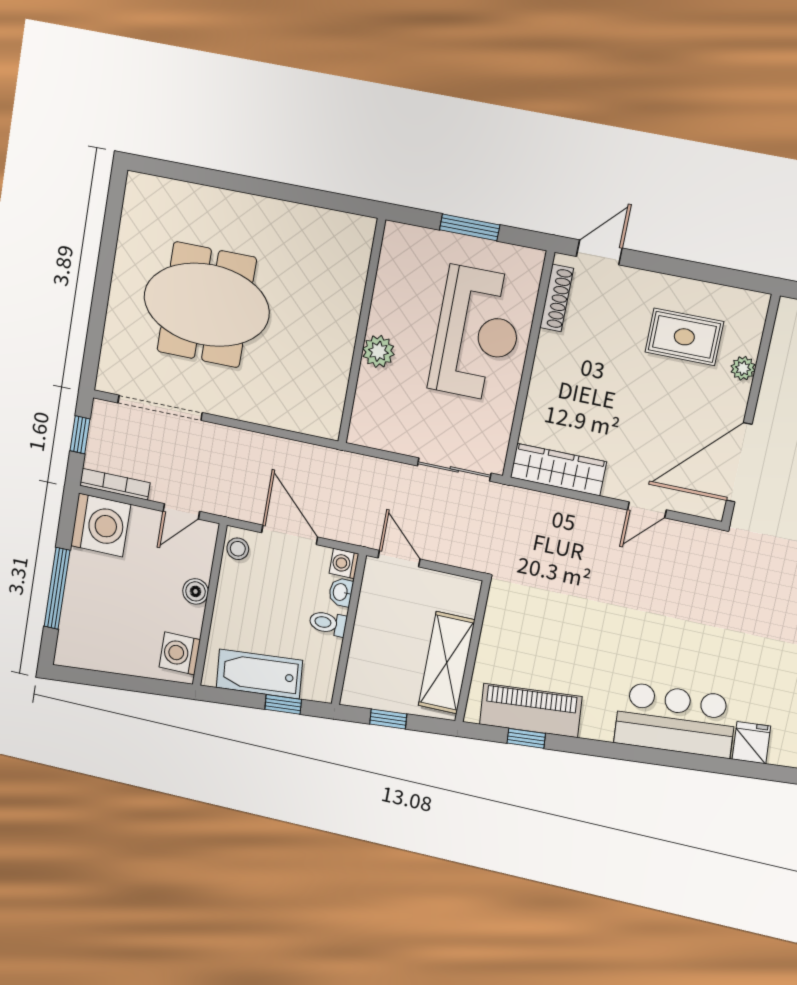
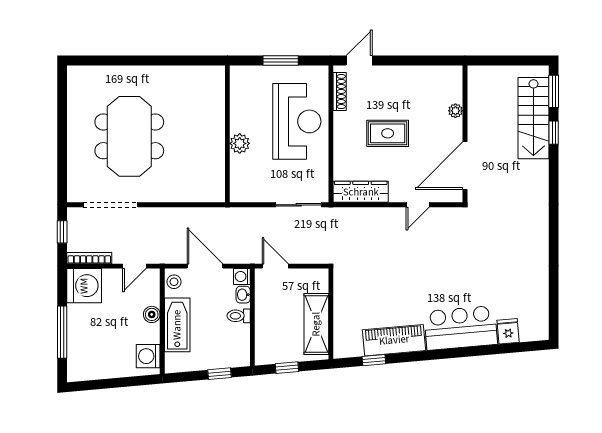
meeting table: (207, 305) -> (129, 136), turned 90
rug: (684, 337) -> (388, 133), moved
bathtub: (259, 674) -> (177, 325), moved, turned 95
piano: (531, 710) -> (394, 340), moved

